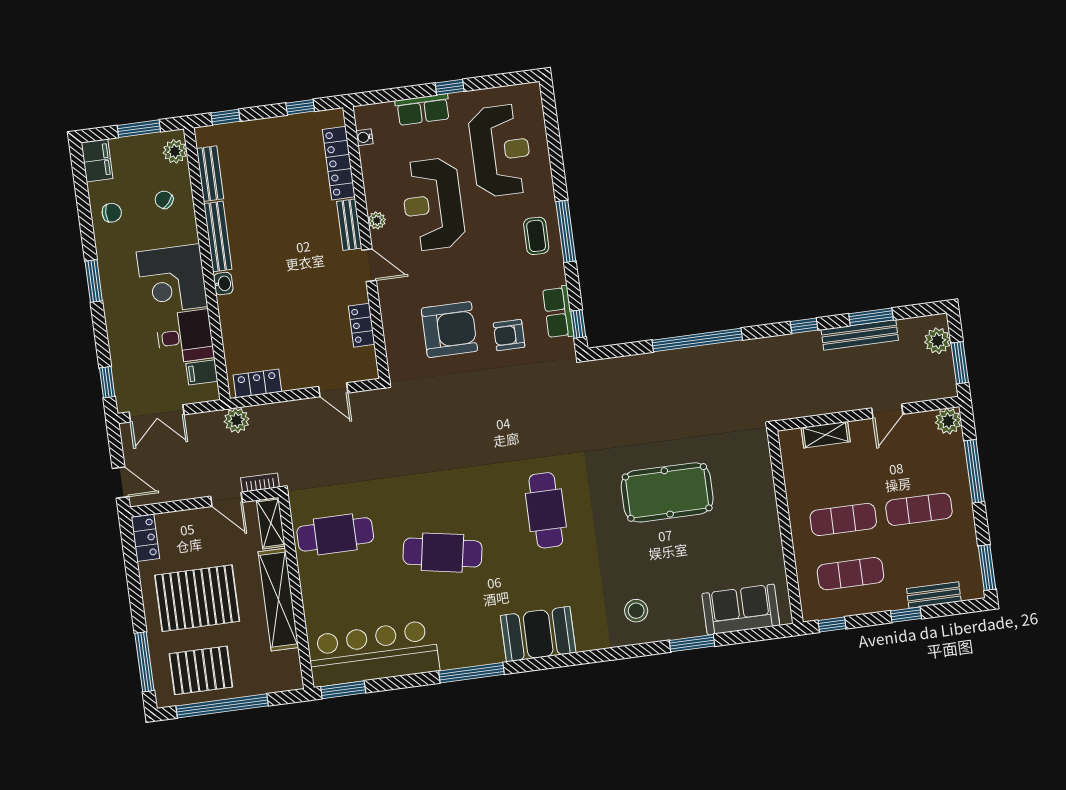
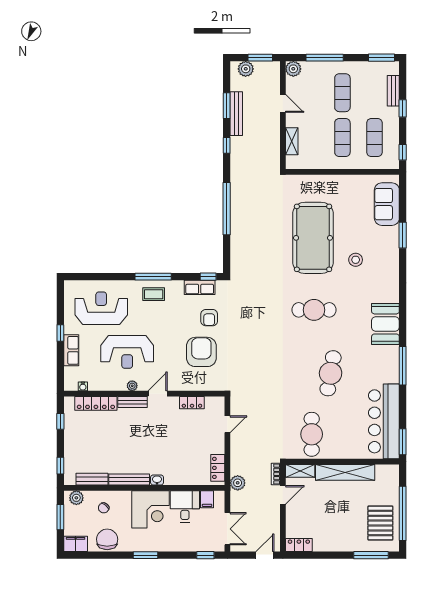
chair: (112, 213) -> (107, 539), width x1.87, depth x1.87
pool table: (667, 492) -> (313, 238), width x1.36, depth x1.32
pallet: (197, 598) -> (338, 520), removed
stool: (636, 611) -> (356, 260), moved

